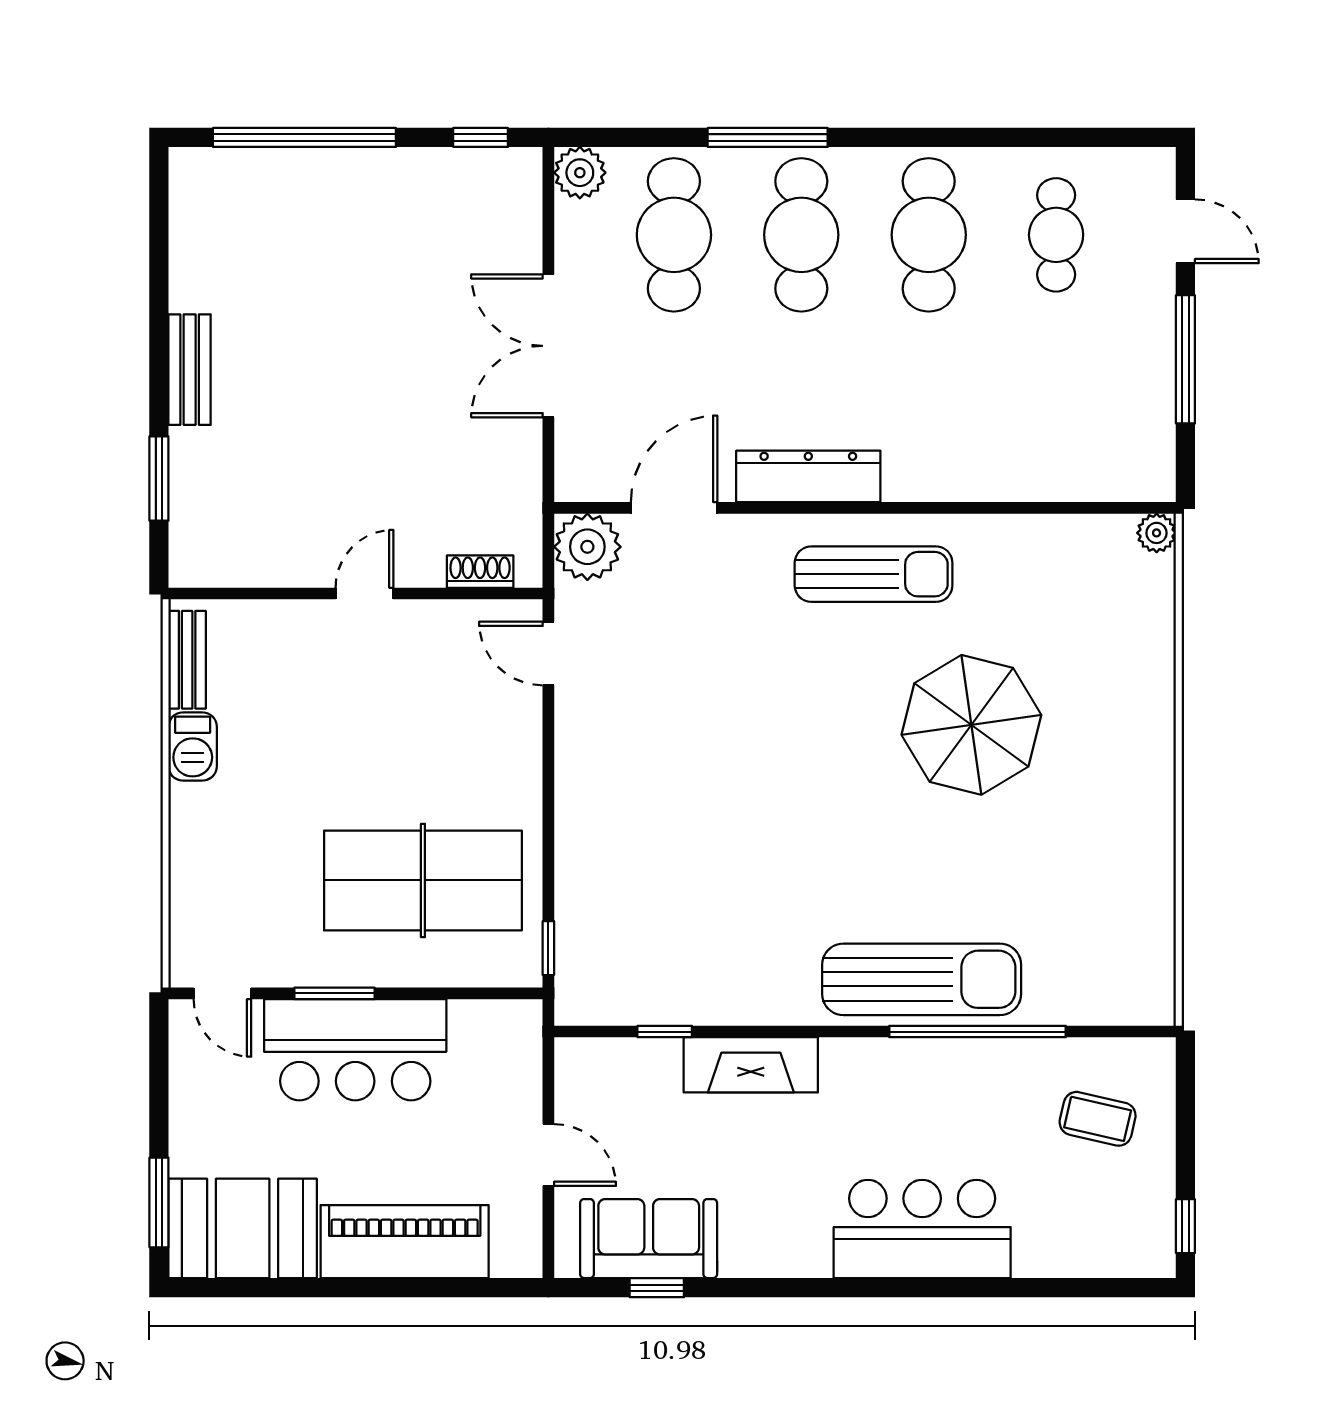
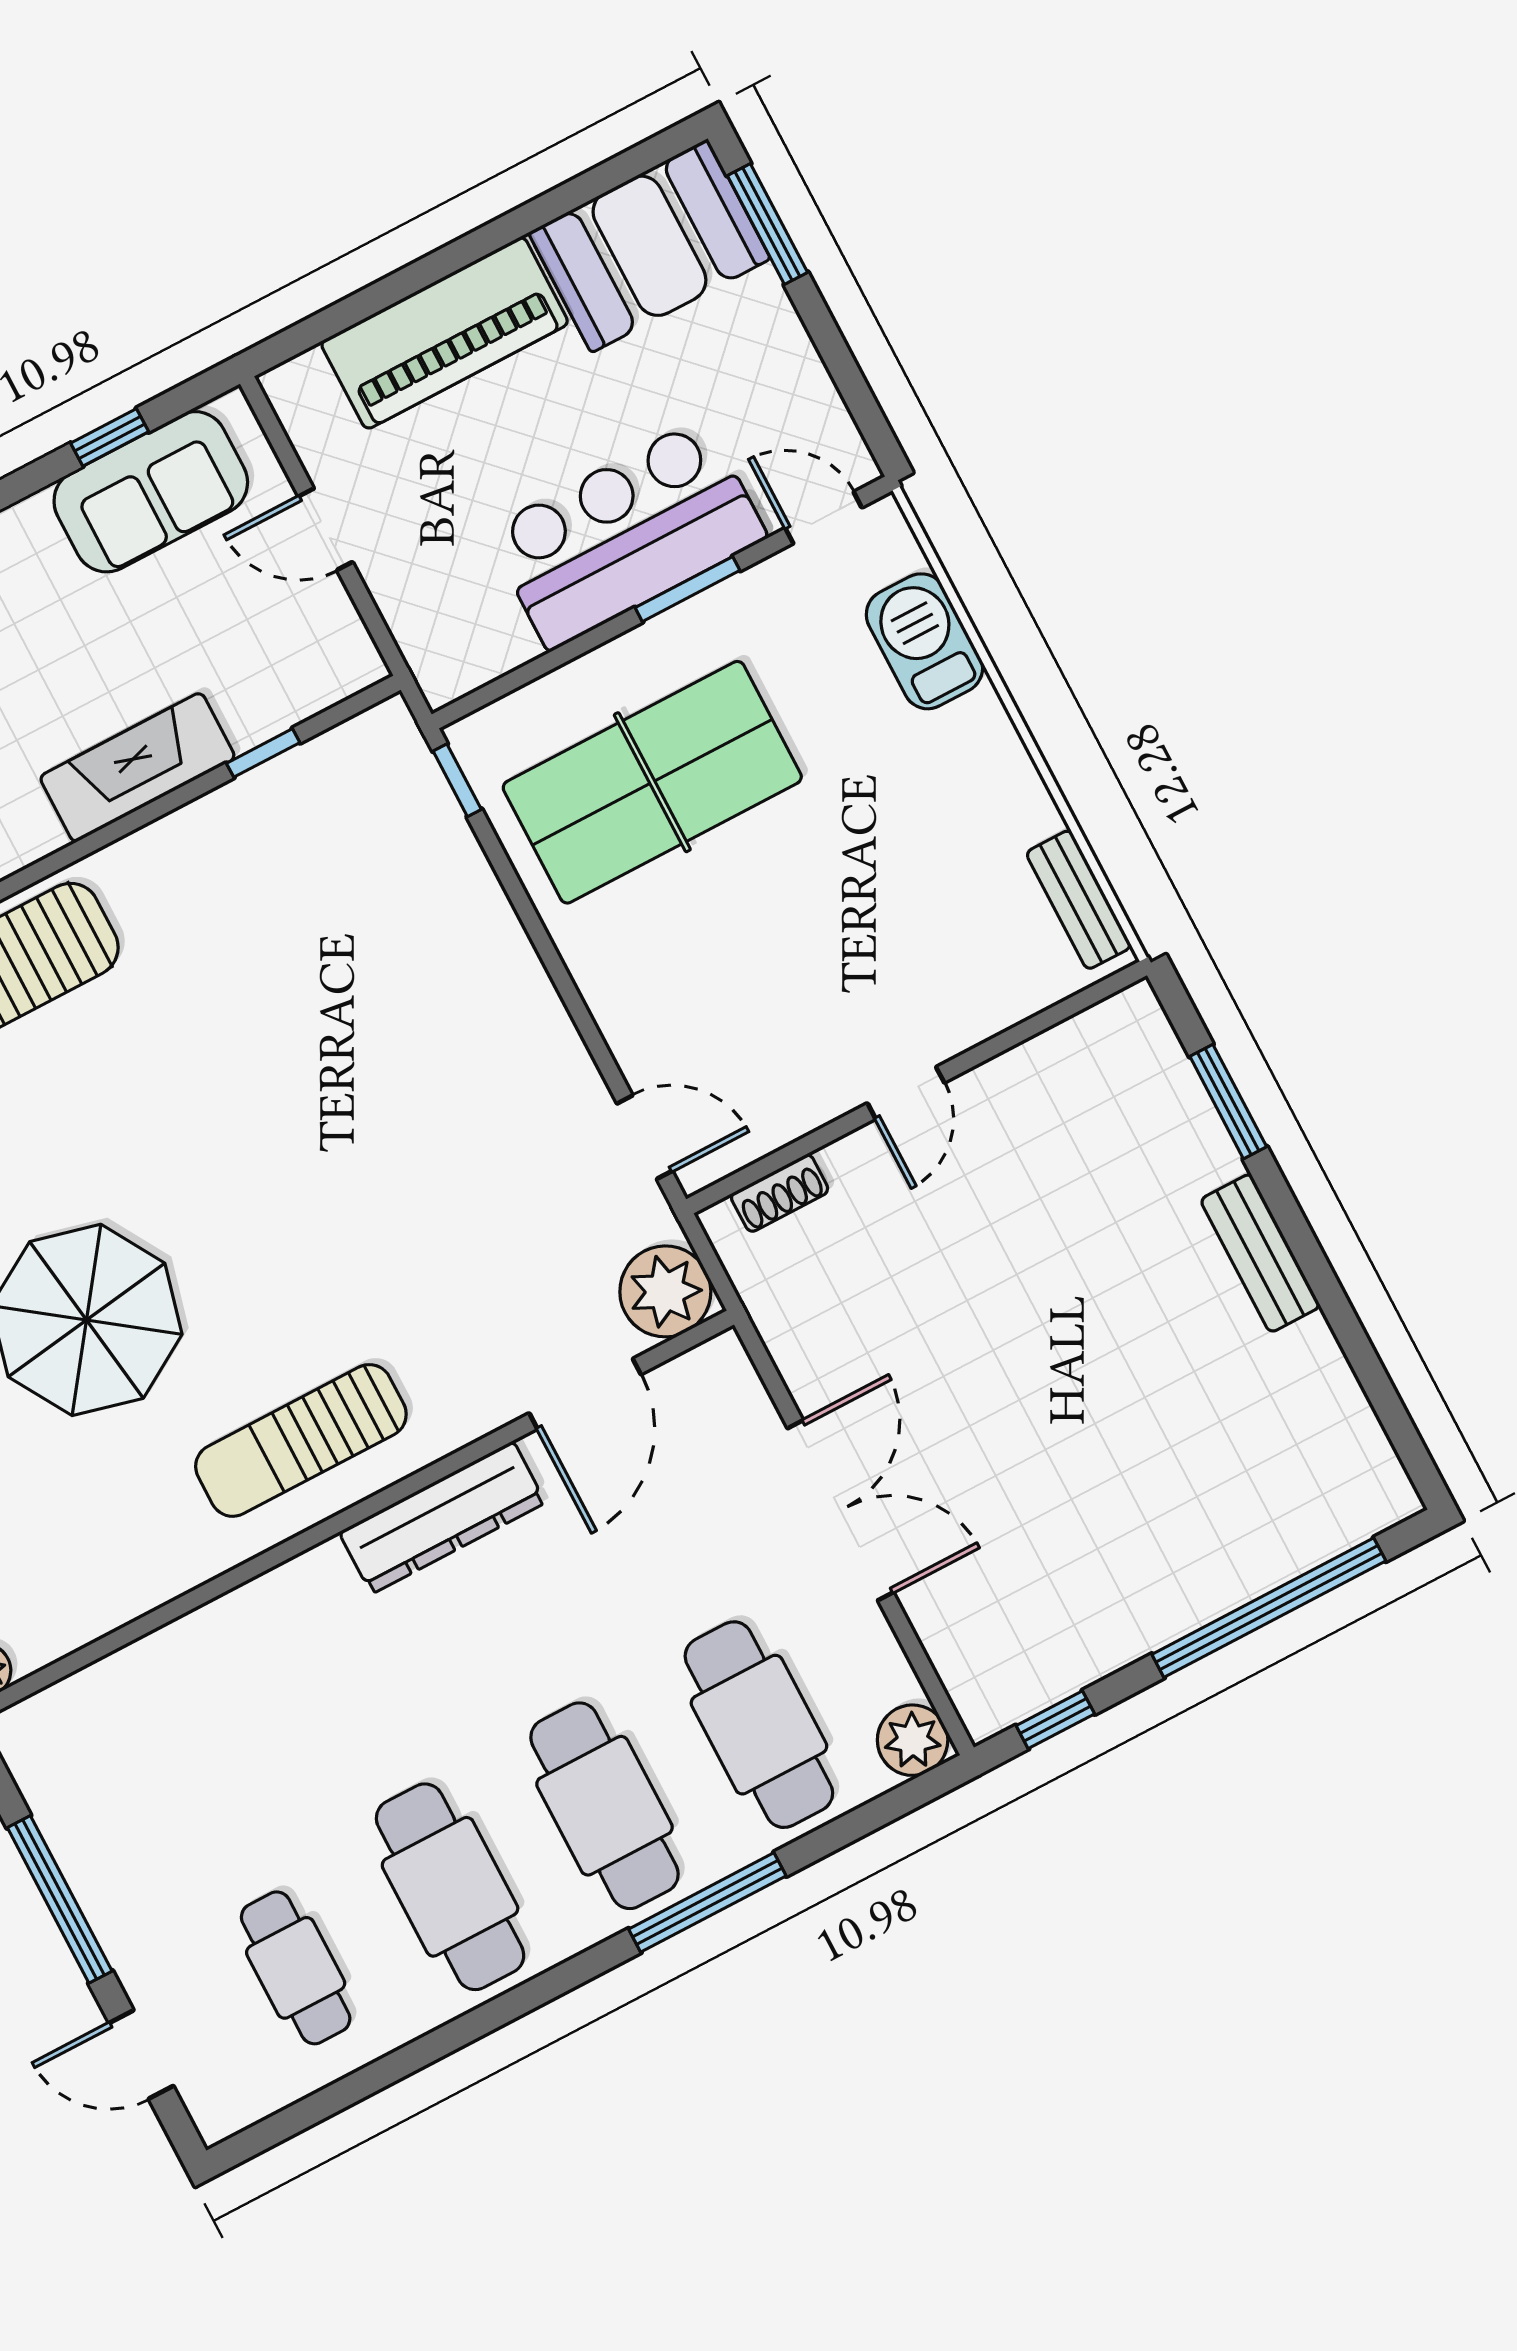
barbecue: (193, 746) -> (924, 641), moved, width x1.38, depth x1.27

